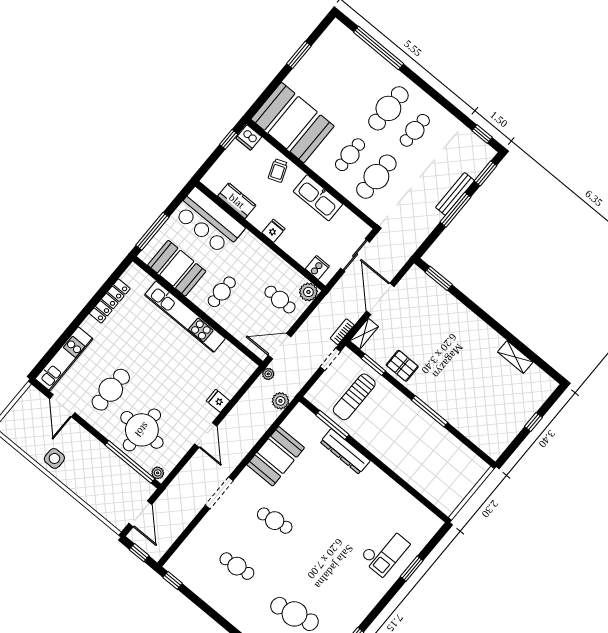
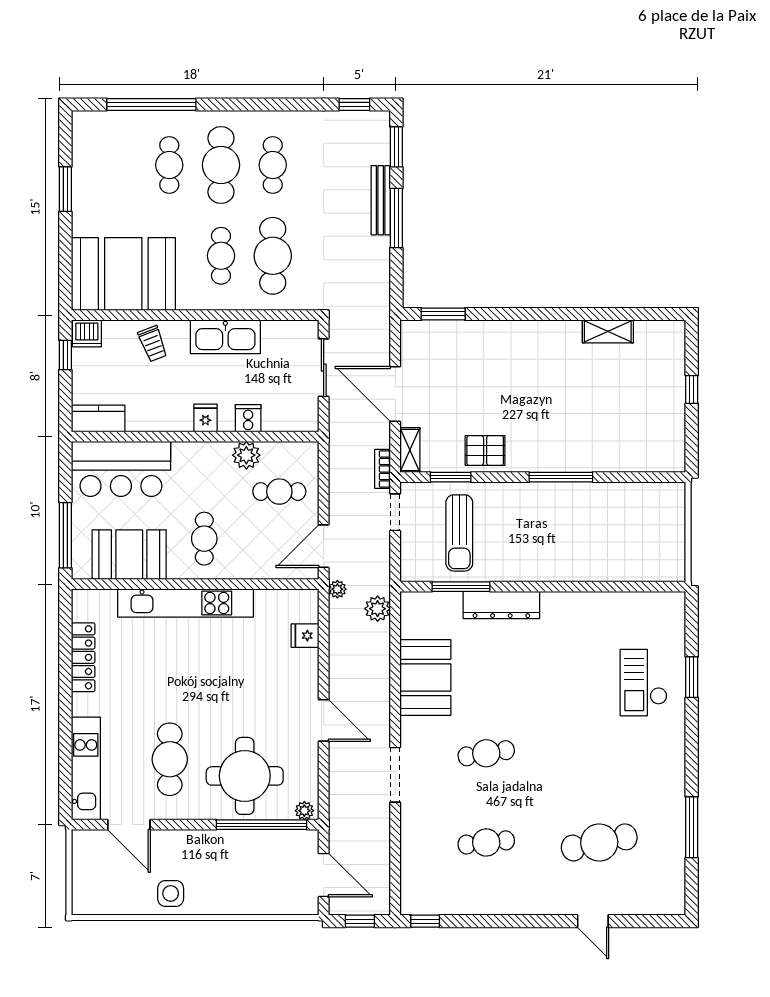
cafe table: (362, 86) -> (169, 165), added
kitchen counter: (237, 201) -> (98, 418), moved
cooker: (317, 267) -> (248, 418), moved
plant: (308, 292) -> (246, 455), moved
fridge: (218, 401) -> (305, 636), moved
checkout: (385, 551) -> (644, 683), turned 180

